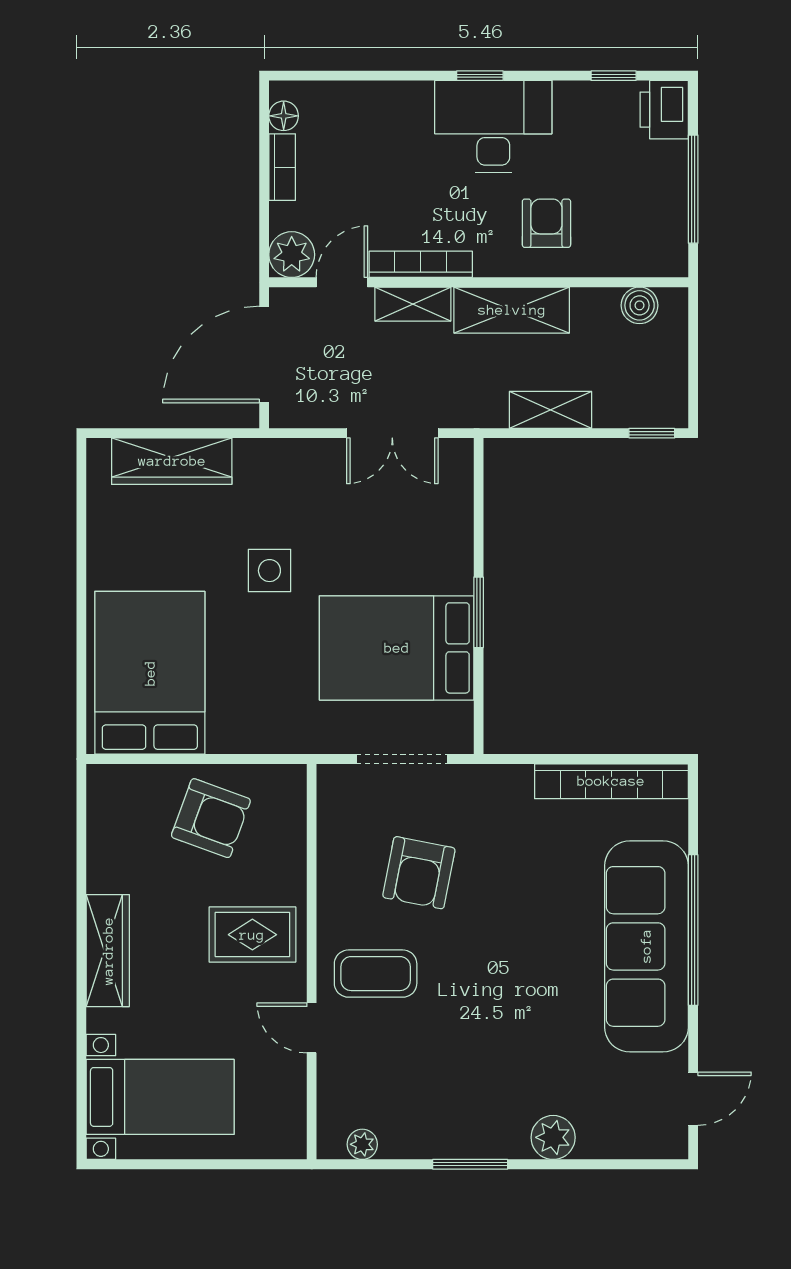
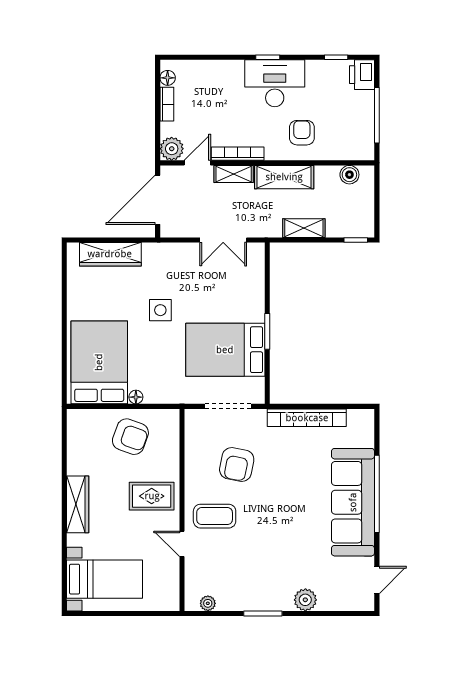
floor lamp: (222, 741) -> (136, 397), added
bookcase: (611, 781) -> (307, 418), moved

